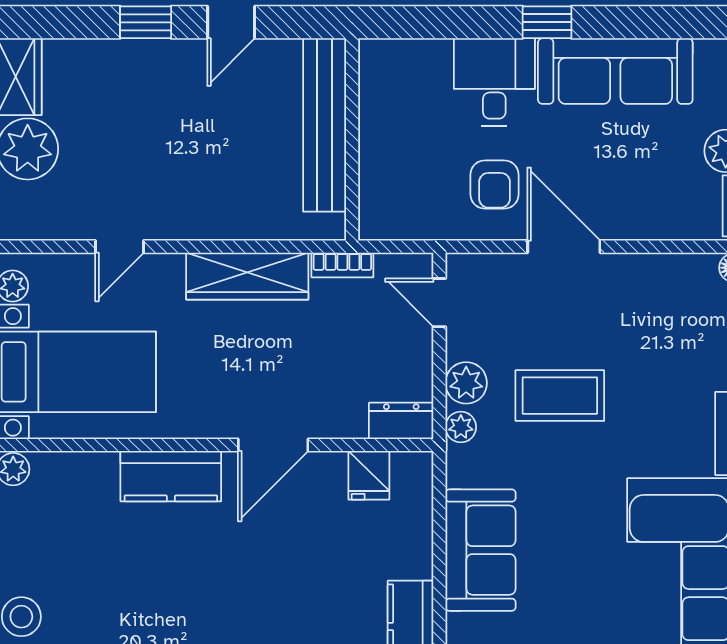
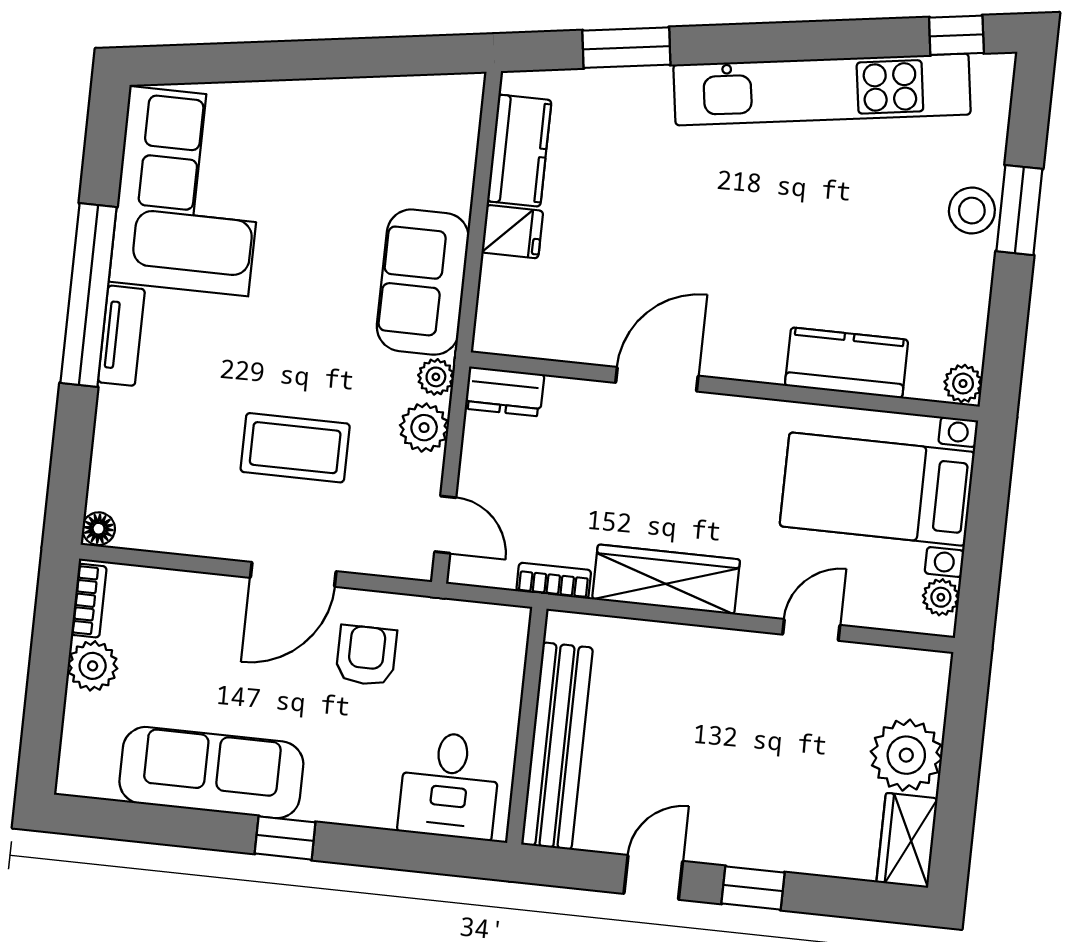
desk: (494, 82) -> (449, 785), moved
door: (564, 247) -> (293, 574), hinge flipped
coffee table: (560, 396) -> (295, 448), moved
fridge: (369, 475) -> (512, 232), moved, turned 90
kitchen counter: (171, 476) -> (847, 363), moved
sofa: (480, 550) -> (423, 282), moved

